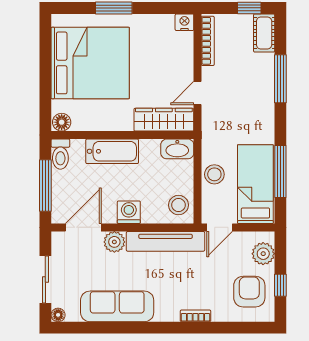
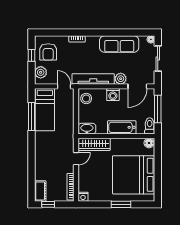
window: (280, 79) -> (31, 166), removed
stool: (214, 174) -> (67, 115), removed
door: (220, 227) -> (64, 86), hinge flipped

